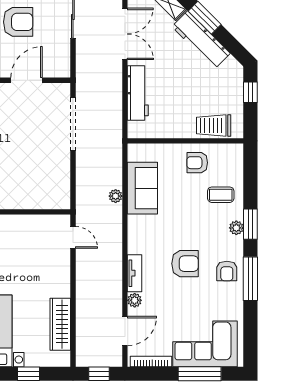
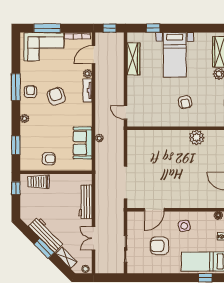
double door: (125, 34) -> (93, 238), width x0.73
window: (250, 92) -> (16, 188), moved
trolley: (214, 125) -> (39, 182), turned 180
coffee table: (221, 195) -> (34, 139), removed
window: (250, 224) -> (16, 145), moved
armchair: (185, 264) -> (56, 96), turned 72

